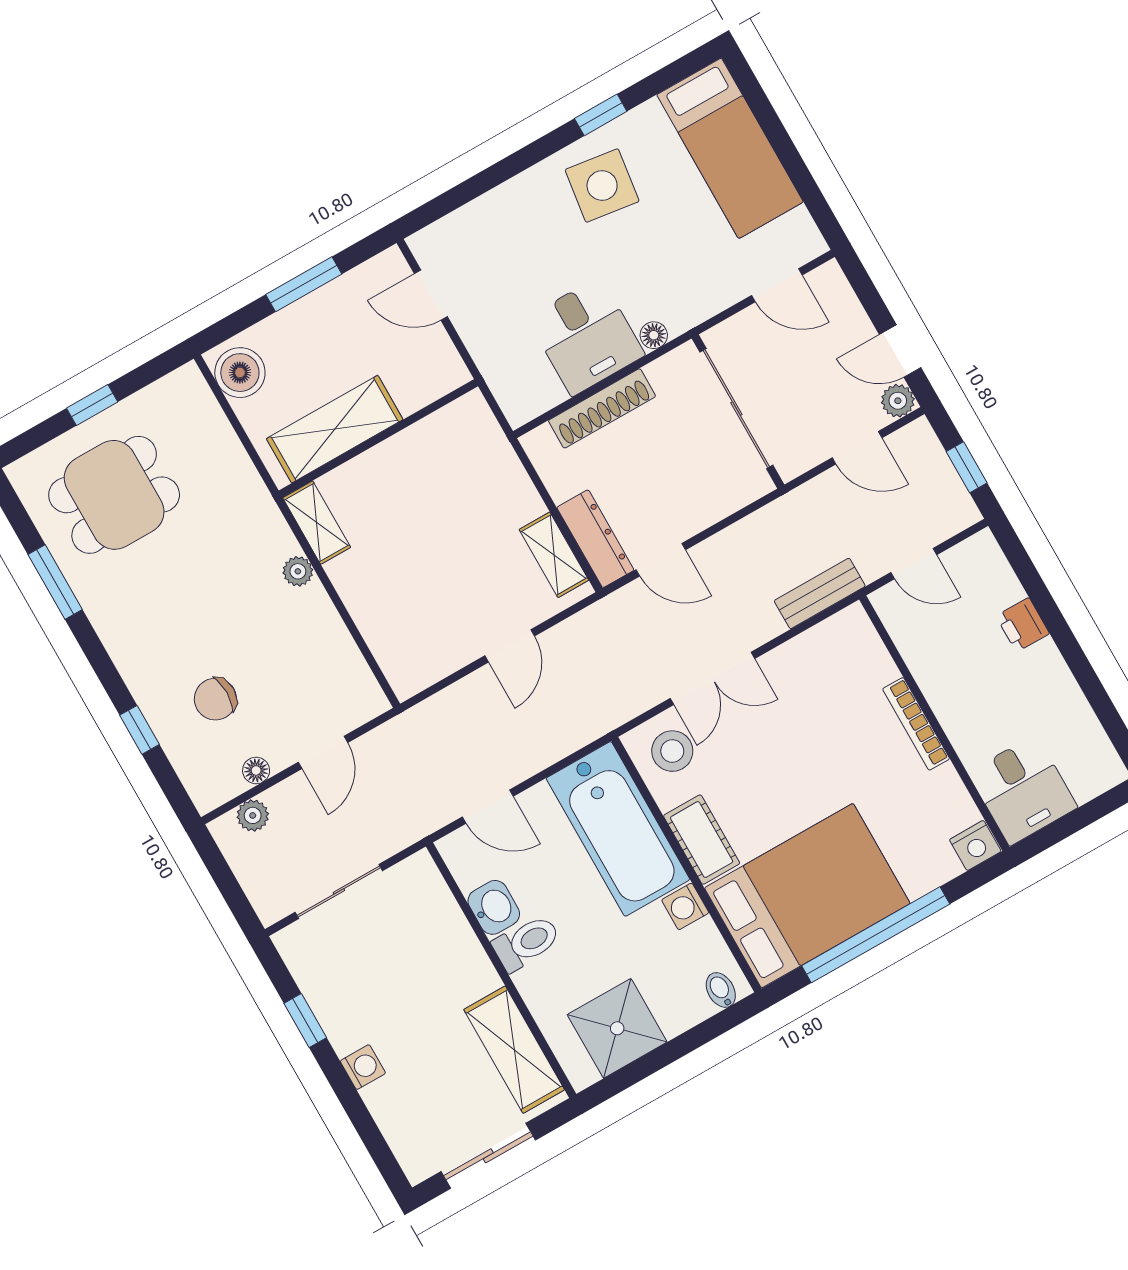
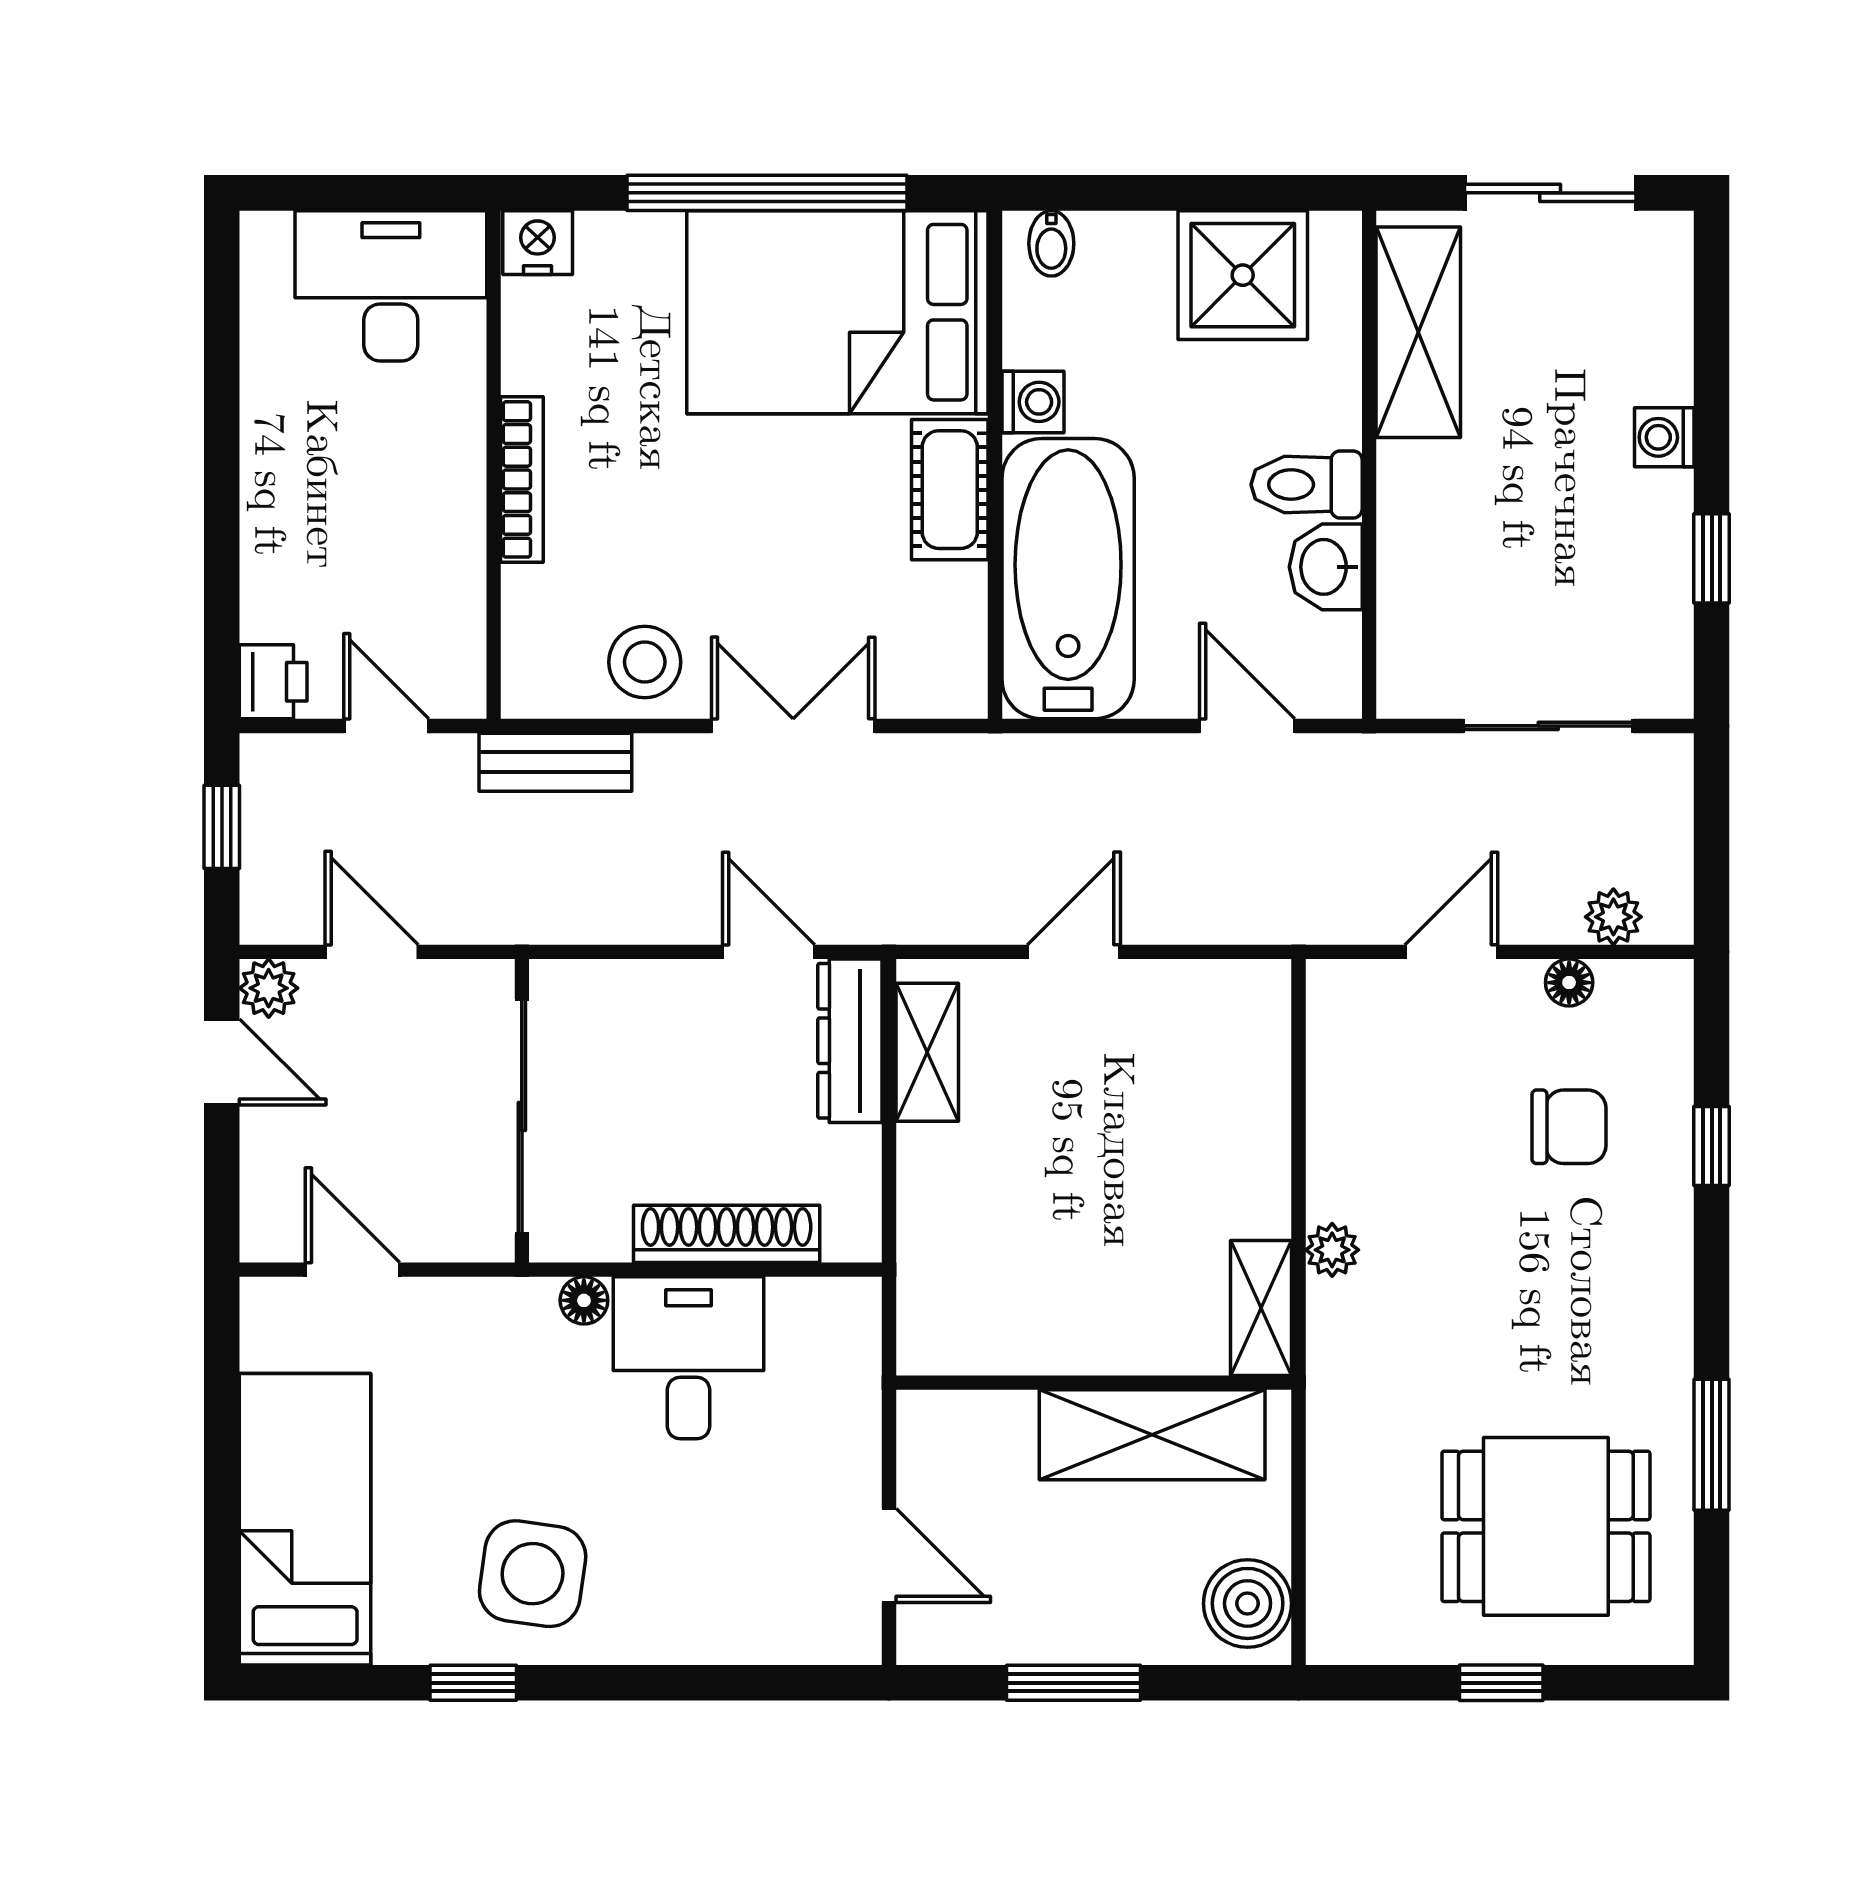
printer: (1023, 625) -> (273, 682), moved
stool: (672, 751) -> (645, 662), moved
desk: (1023, 790) -> (391, 286), width x1.37

